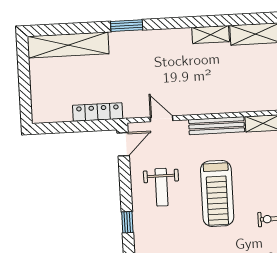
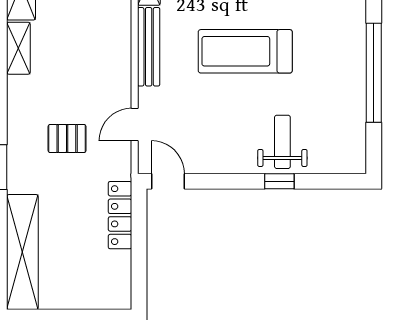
pallet: (149, 72) -> (67, 139), added
weight bench: (162, 187) -> (282, 142), moved, turned -90
treadmill: (217, 193) -> (245, 51), turned 180

